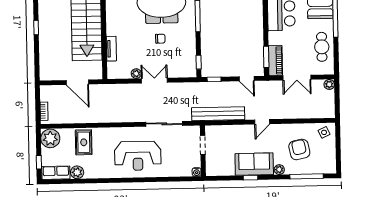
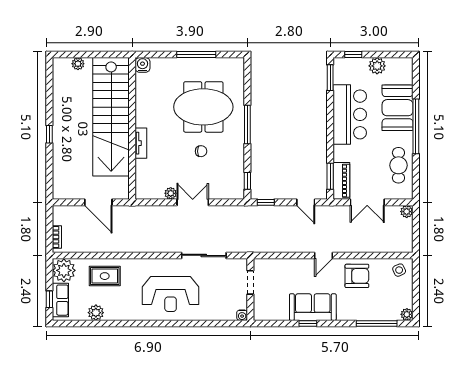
tv unit: (111, 49) -> (141, 143), moved
bench: (218, 114) -> (270, 244), removed
rug: (84, 142) -> (105, 276), turned 90
armchair: (299, 149) -> (357, 276), moved, turned 102
plant: (279, 170) -> (407, 314), moved
row of seats: (56, 173) -> (60, 300), moved, turned 90

